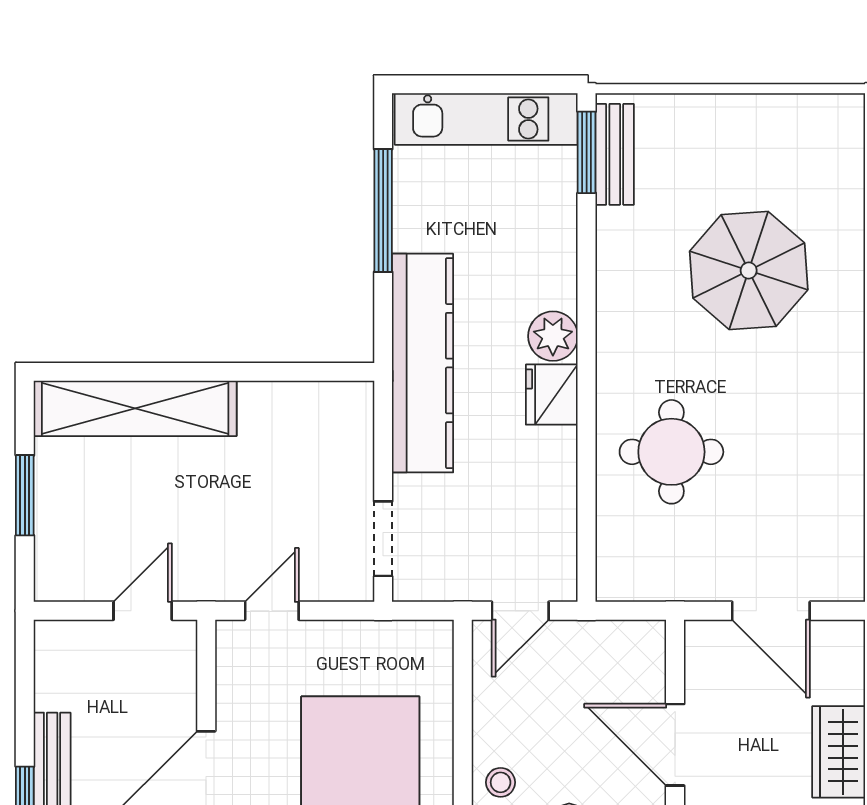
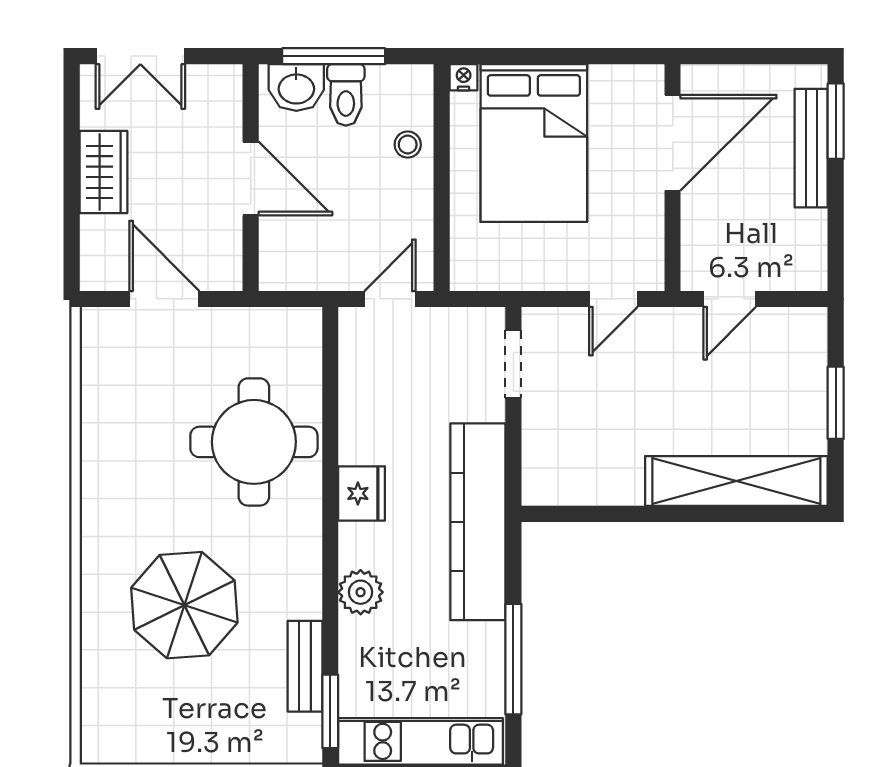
bench: (615, 154) -> (305, 666), moved
plant: (553, 336) -> (361, 592), moved
round table: (671, 452) -> (254, 442), width x1.36, depth x1.36

